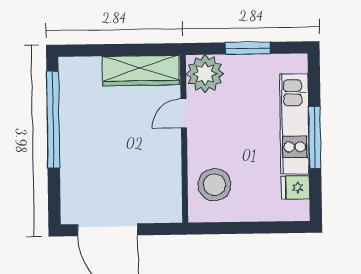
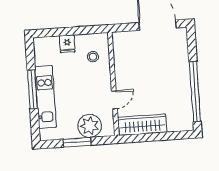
plant: (205, 74) -> (90, 126), moved
stool: (214, 185) -> (93, 57), width x0.53, depth x0.53
fridge: (295, 188) -> (67, 44), moved, turned 90

